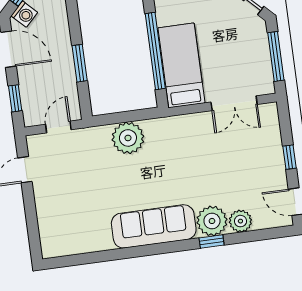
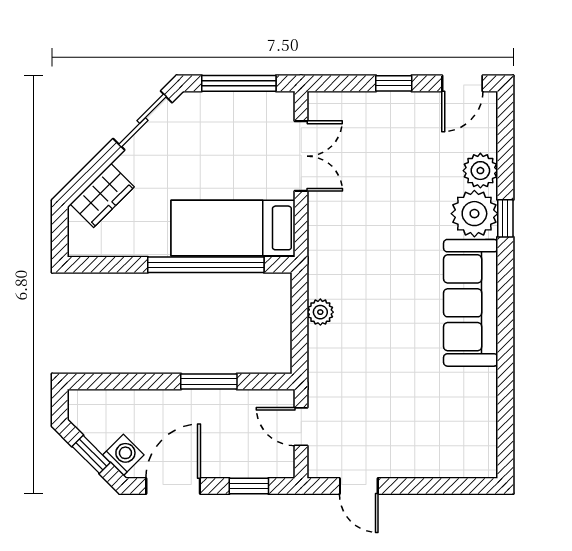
plant: (128, 138) -> (320, 312), width x0.53, depth x0.53

